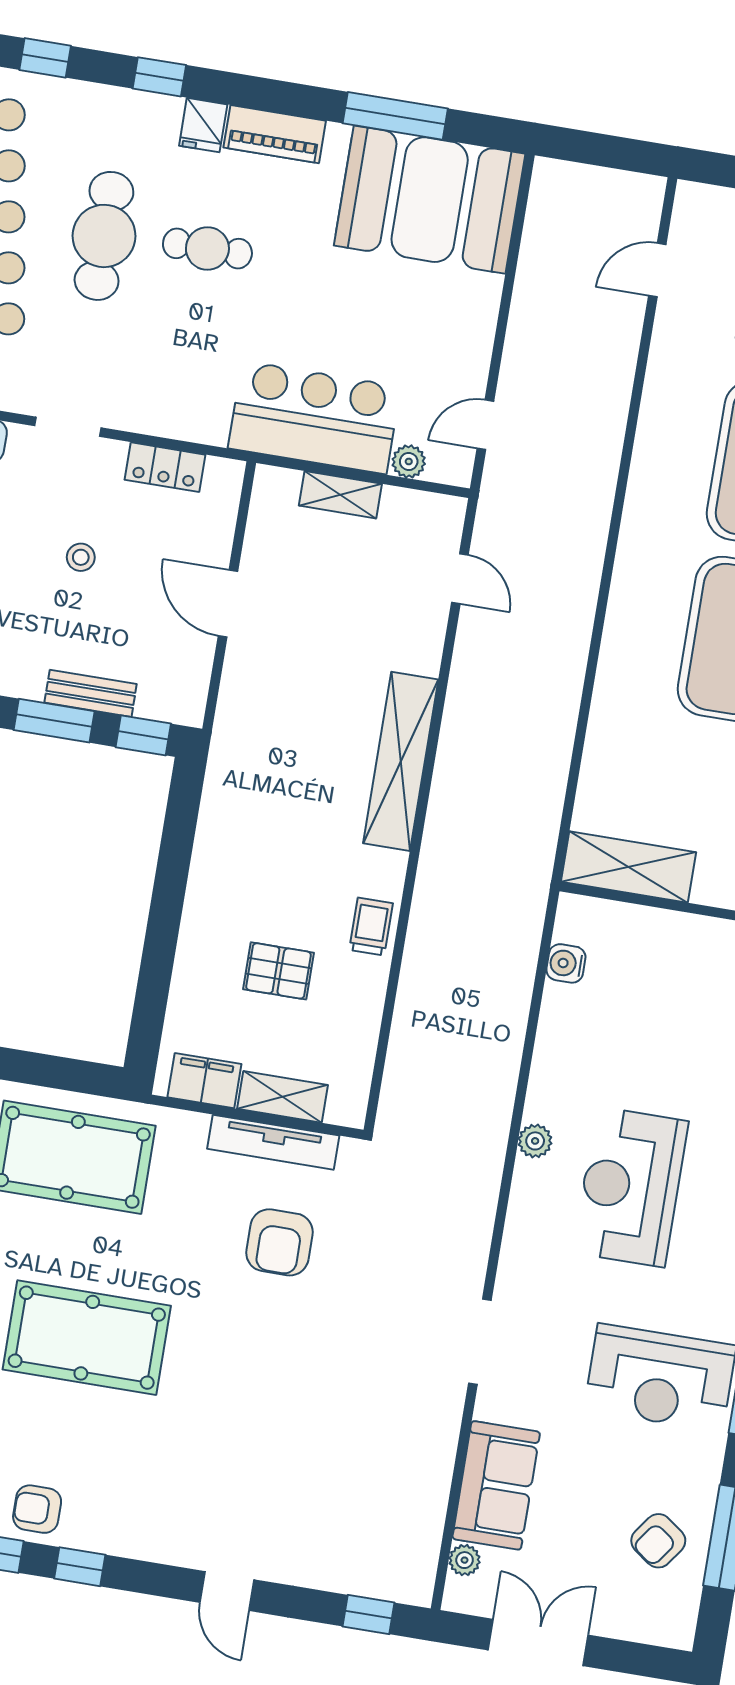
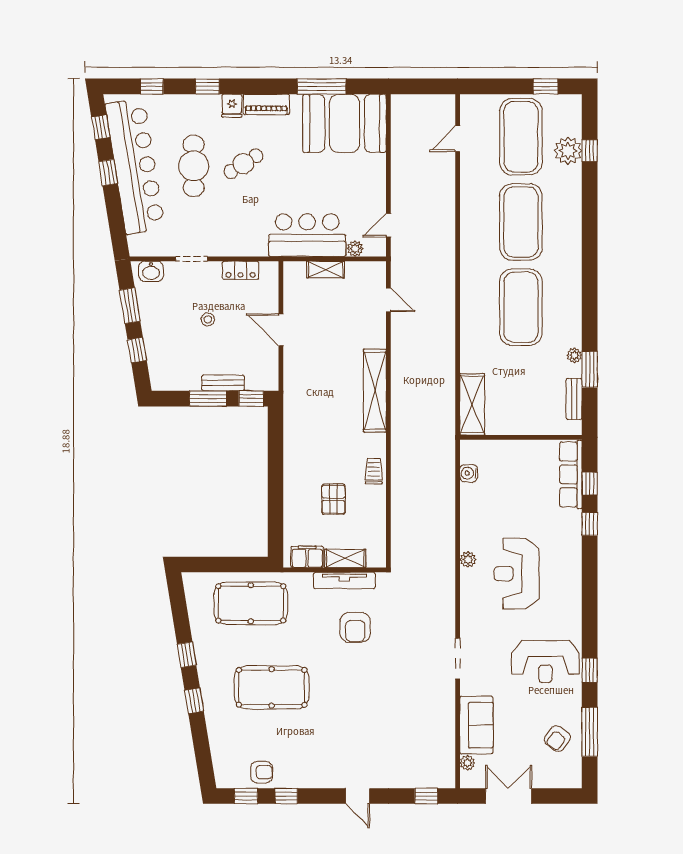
cafe table: (207, 248) -> (243, 164), turned -32
shelving: (629, 867) -> (472, 404), moved, turned 90
pallet: (278, 971) -> (333, 499), turned 90
armchair: (37, 1509) -> (262, 772), turned 180

